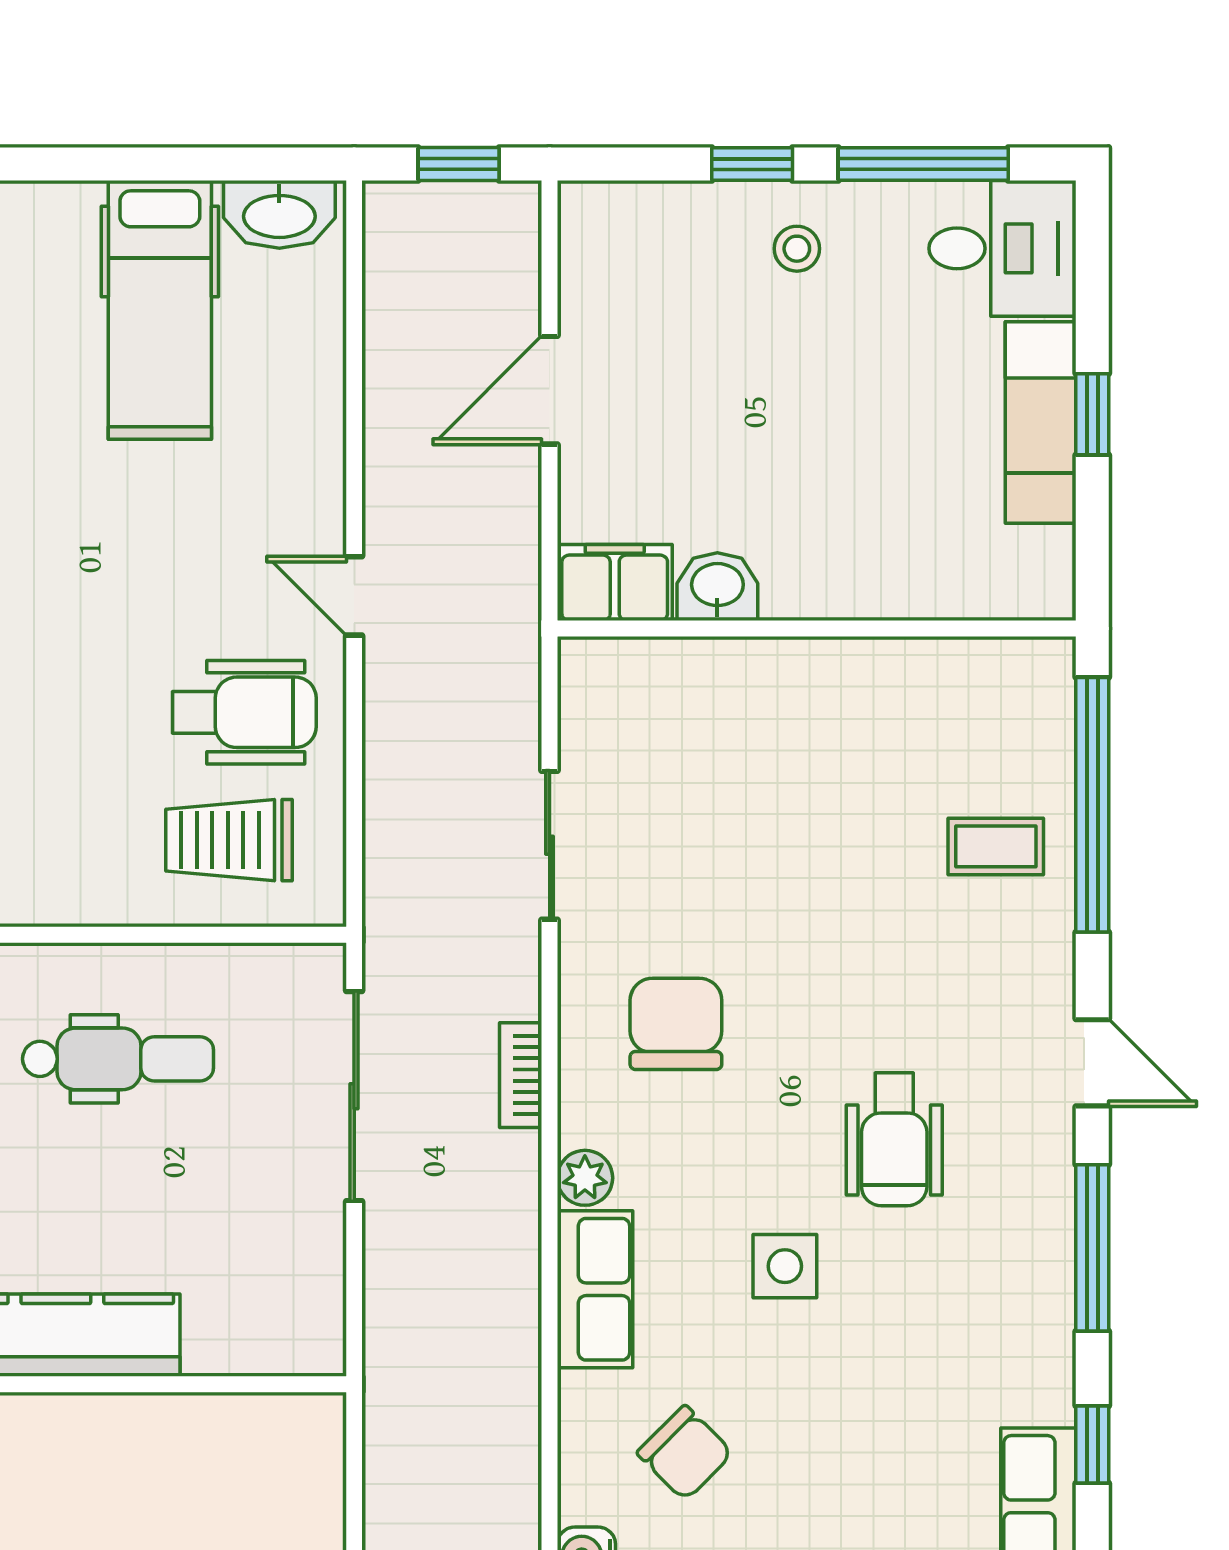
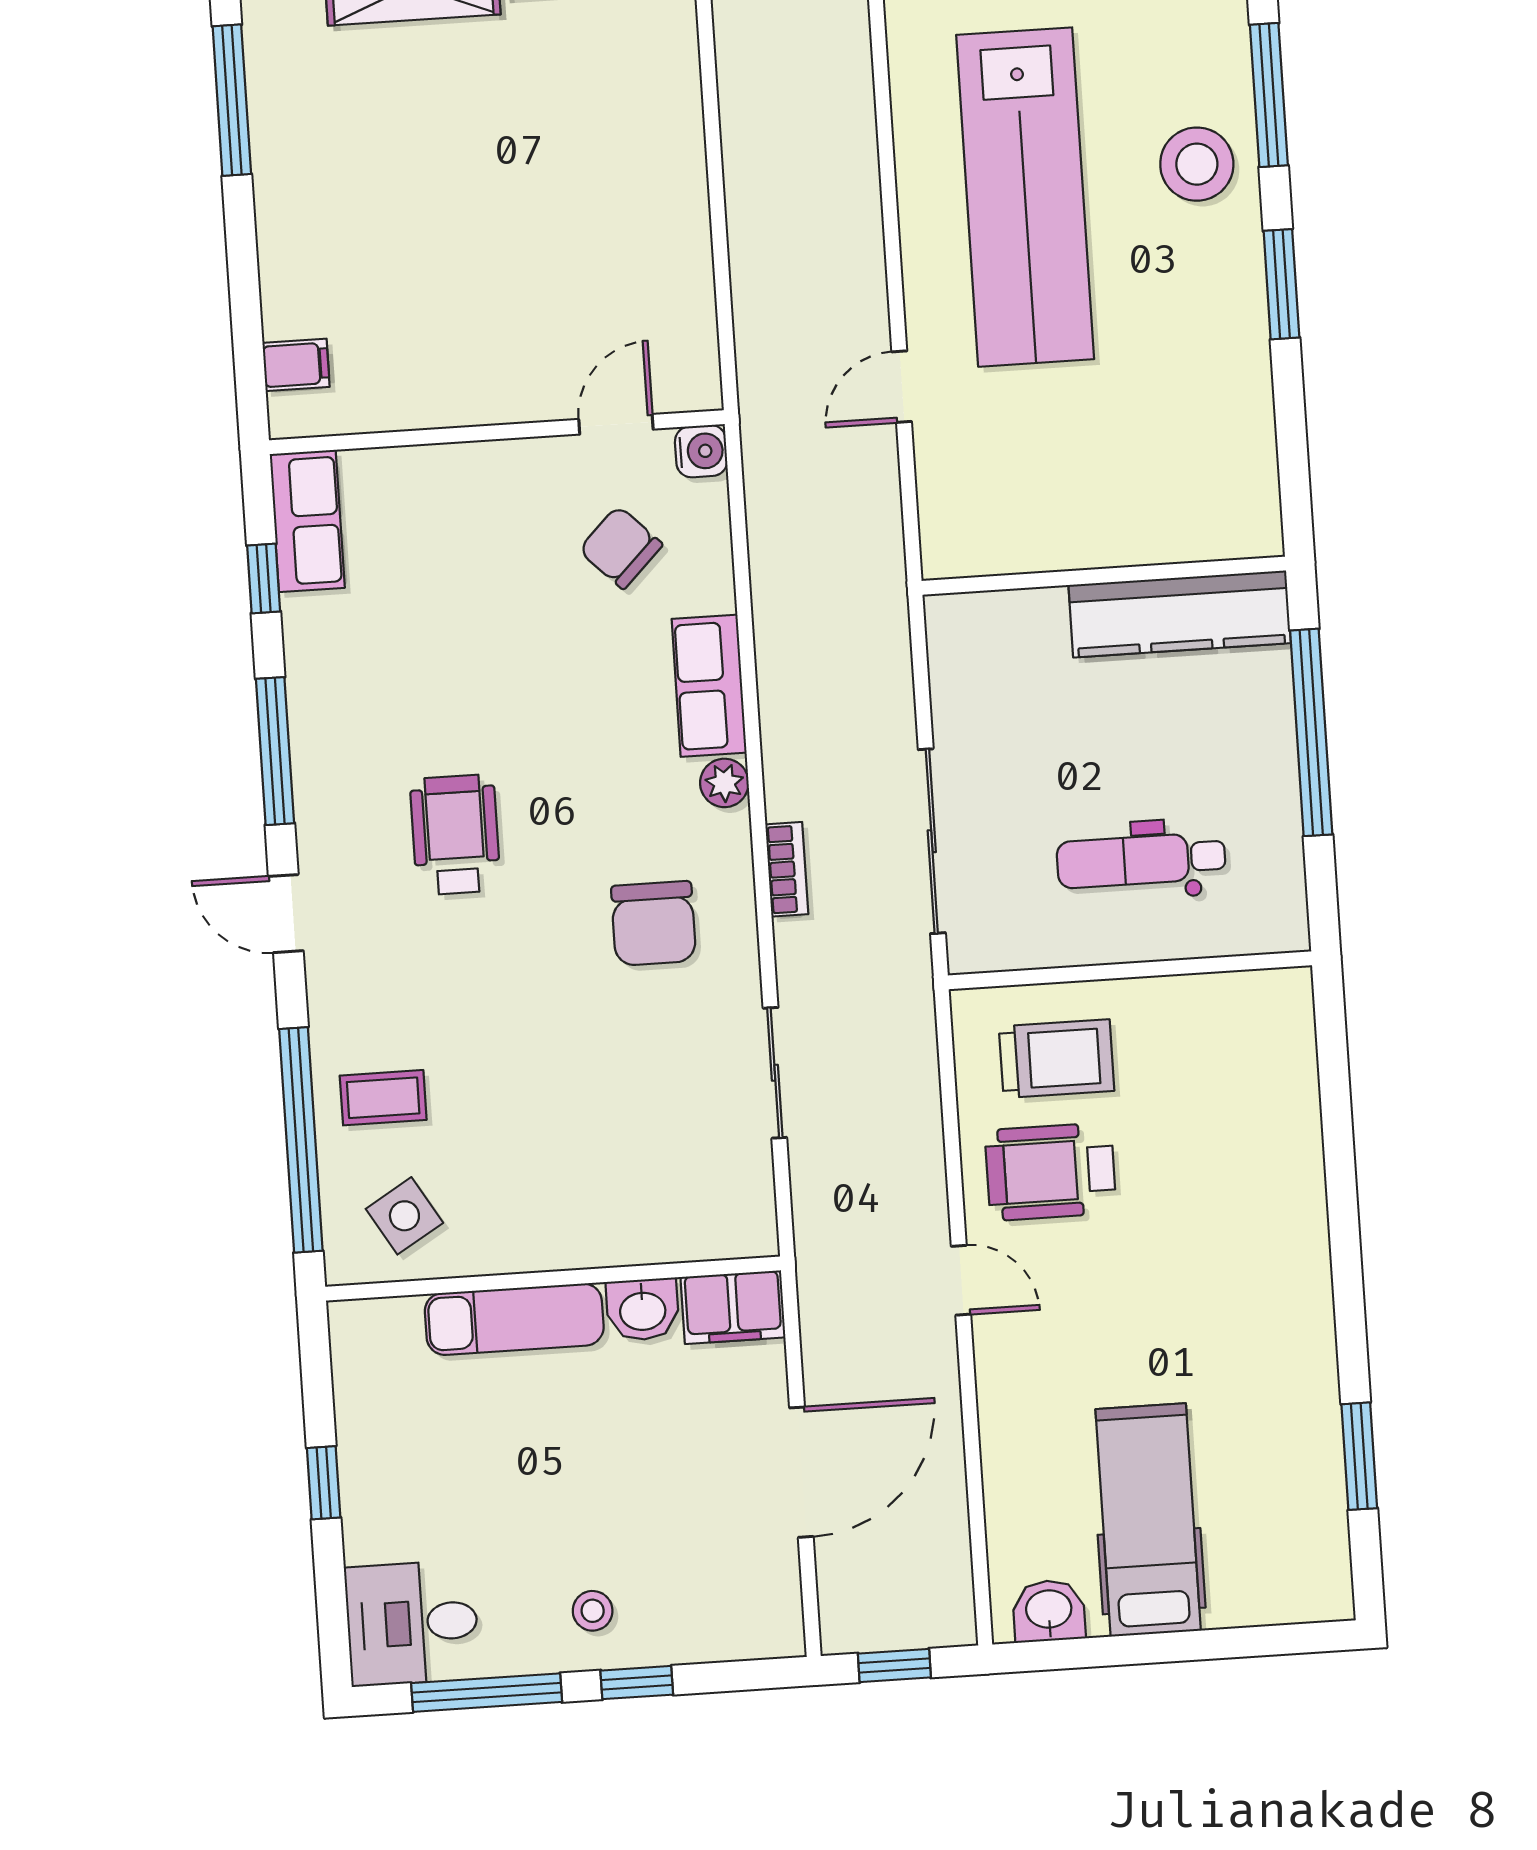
washbasin: (279, 214) -> (1049, 1611), width x0.72
door: (550, 390) -> (801, 1472), width x1.36
exam couch: (1041, 423) -> (514, 1319), moved, turned 90
side table: (785, 1266) -> (404, 1216), moved, turned -31

